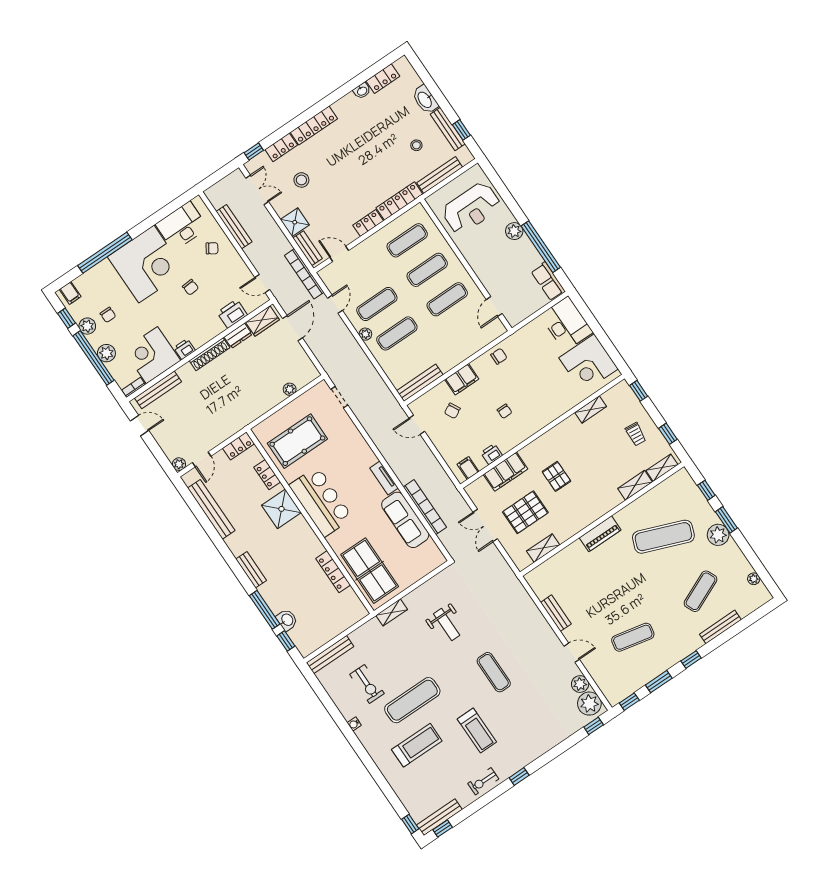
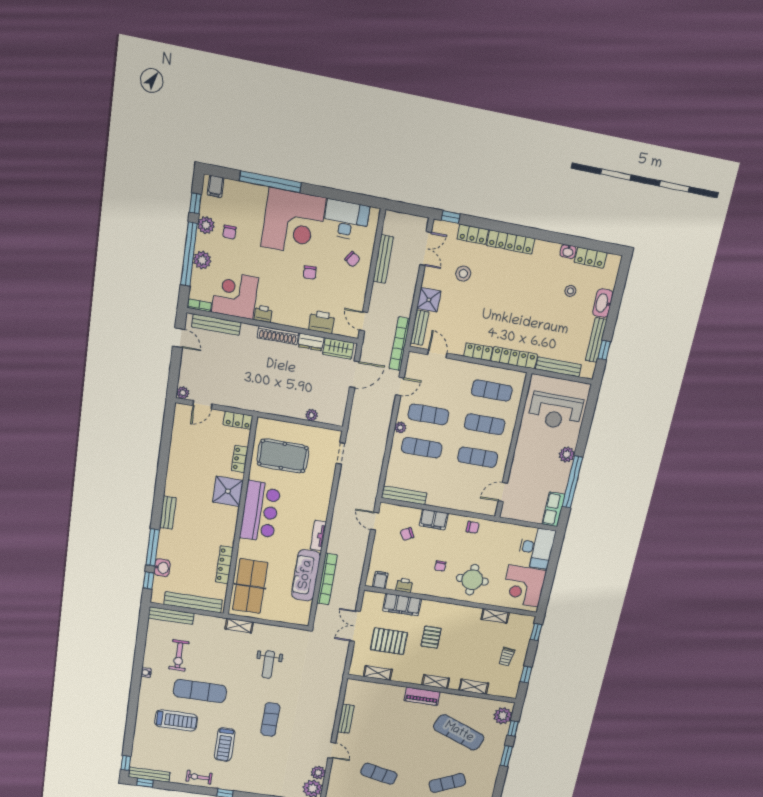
stool: (416, 145) -> (570, 291), moved
round table: (542, 398) -> (472, 580), added
shelving: (662, 468) -> (436, 682), moved
bench: (211, 509) -> (193, 602), moved, turned 90
plant: (718, 535) -> (503, 716), moved

